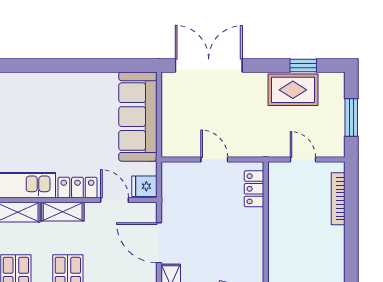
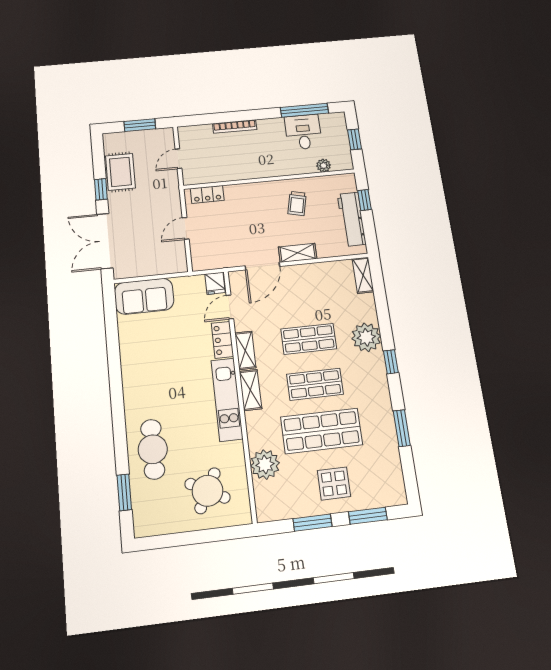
window: (303, 65) -> (101, 189), moved
sofa: (138, 117) -> (144, 296), width x0.73
bookcase: (338, 199) -> (235, 126), moved

